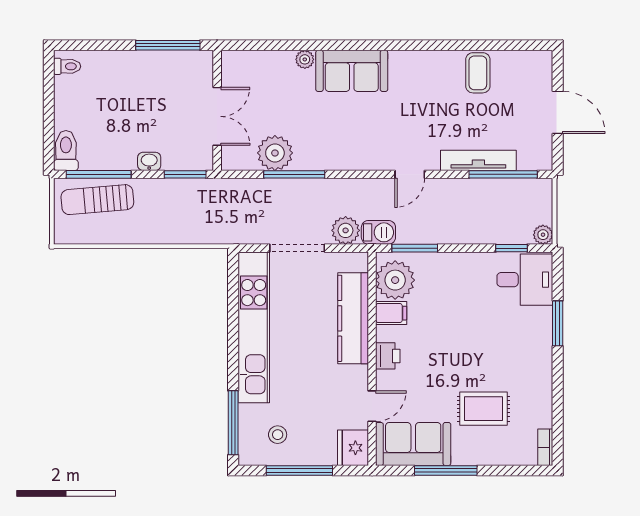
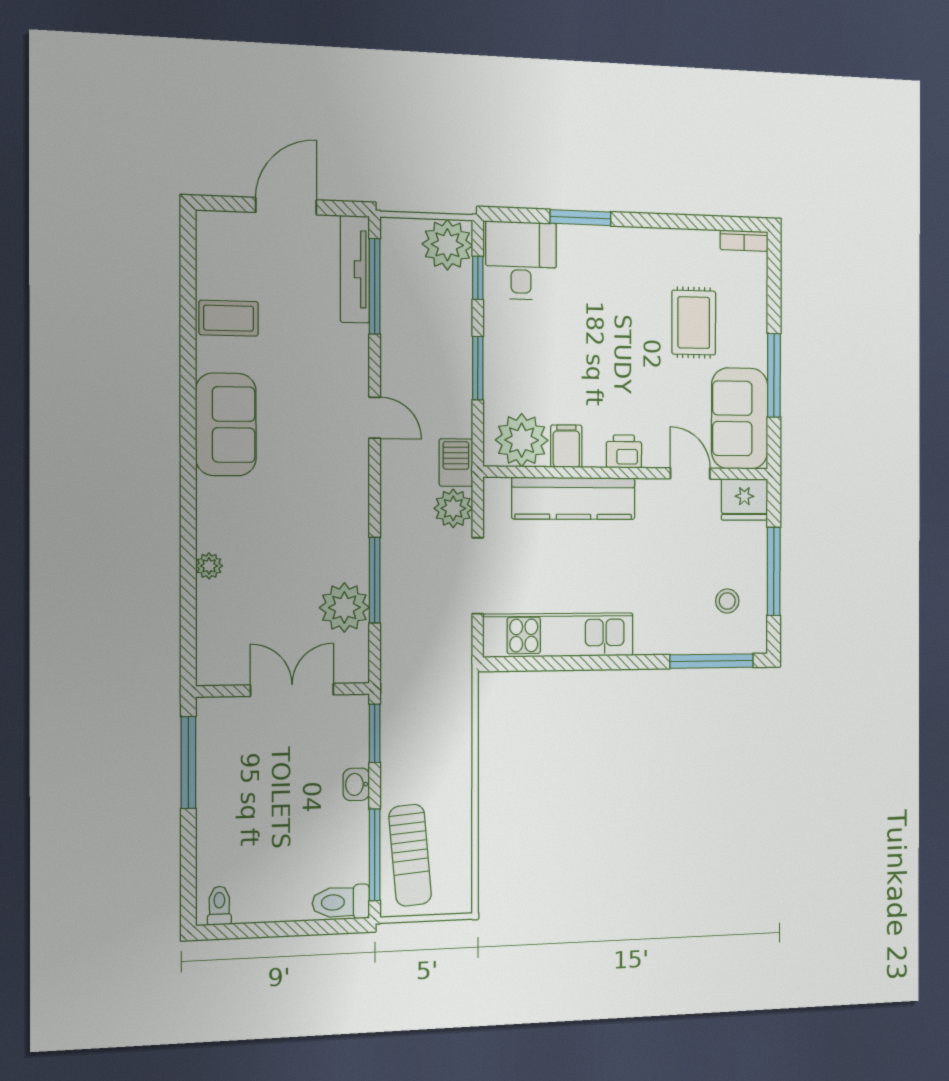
sofa: (352, 71) -> (226, 424), moved
tv unit: (478, 160) -> (355, 269), moved
plant: (543, 235) -> (447, 245), width x1.88, depth x1.88
window: (415, 248) -> (478, 368), moved
kitchen unit: (254, 327) -> (558, 635), width x0.73

